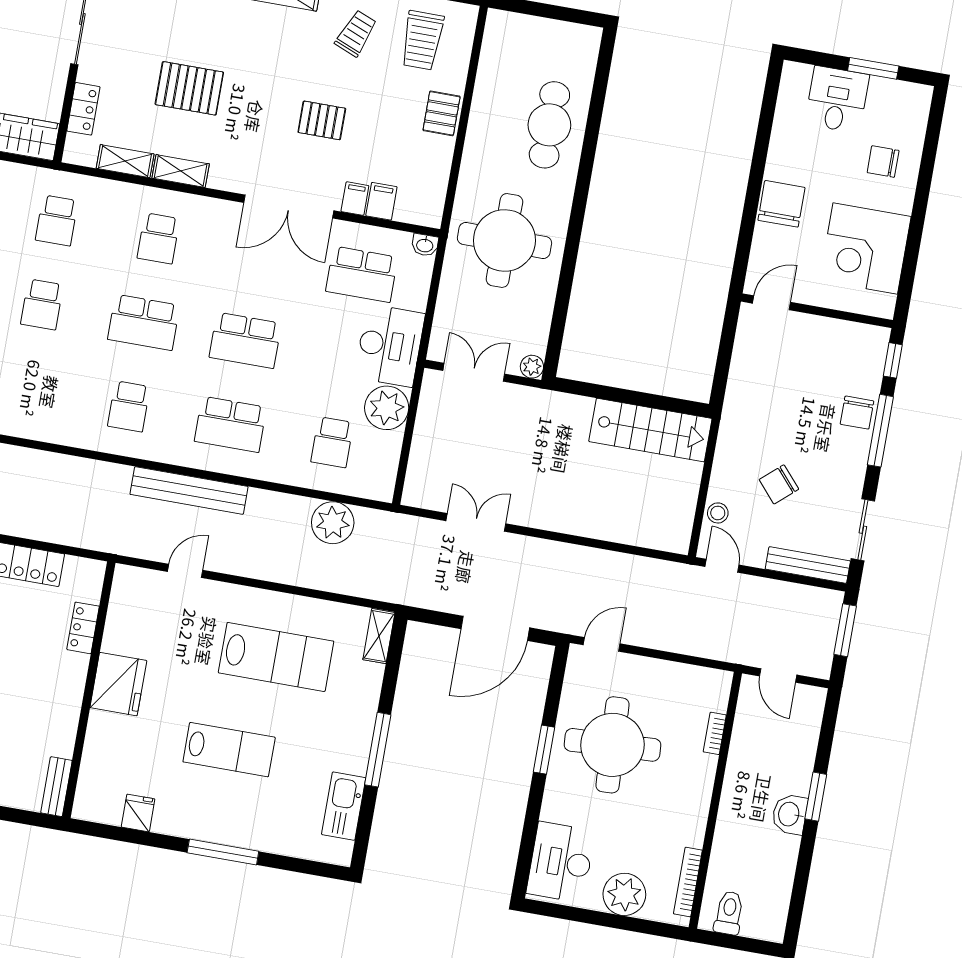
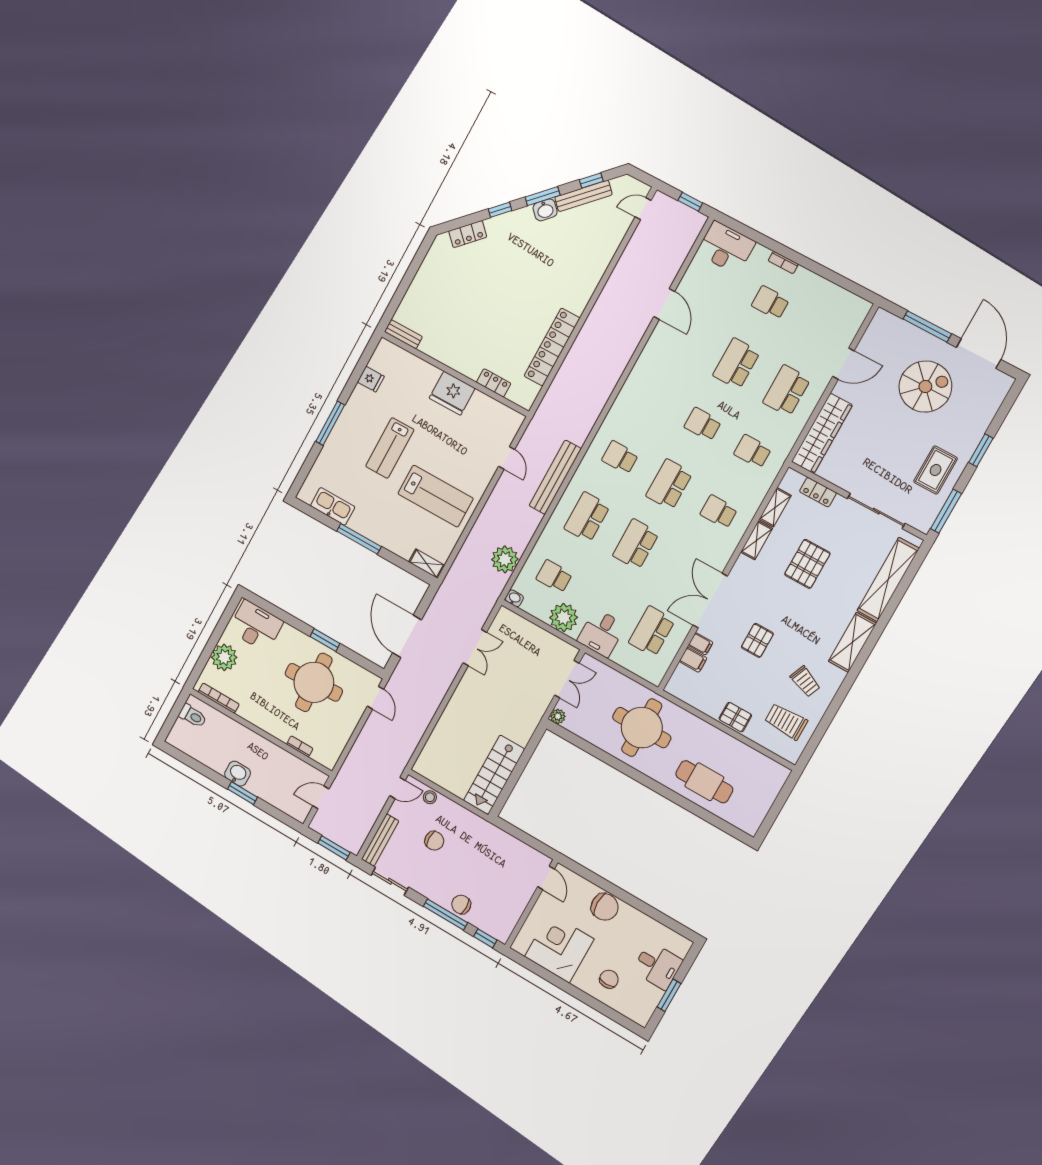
washbasin: (425, 245) -> (514, 598), moved, turned 90
desk: (390, 346) -> (601, 633), width x0.73
chair: (779, 484) -> (434, 841), turned 131
lab bench: (276, 657) -> (436, 496), turned -90

